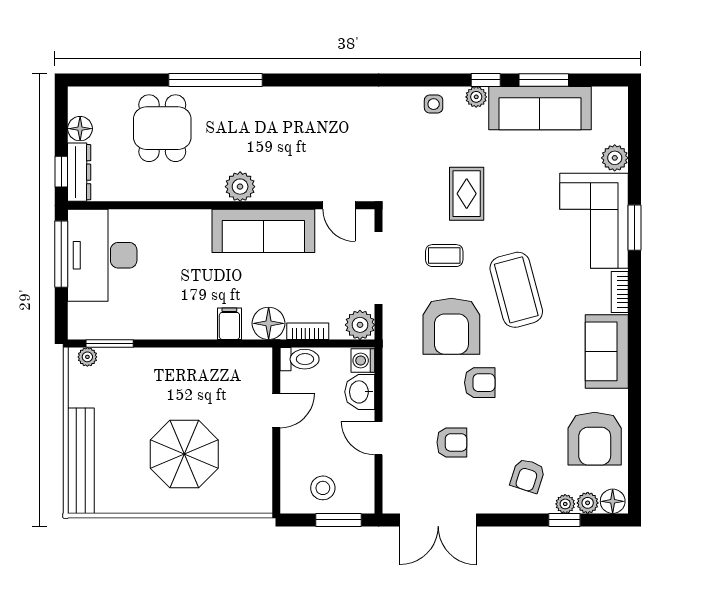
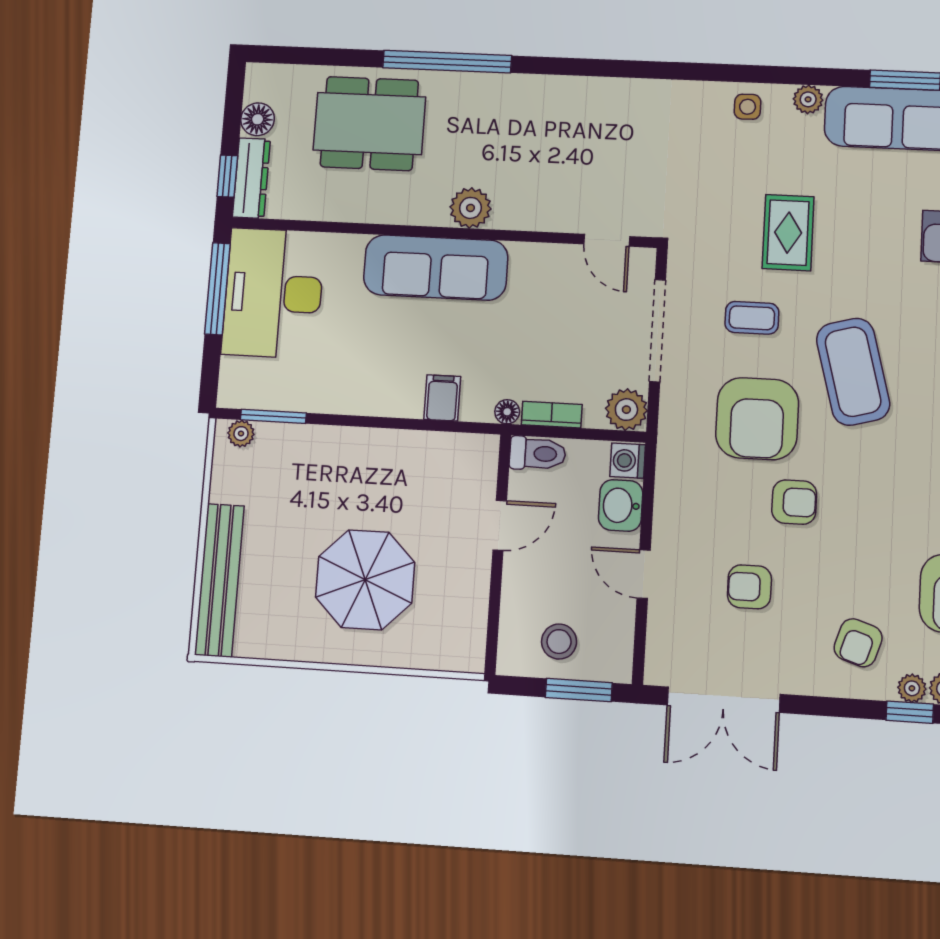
window: (486, 80) -> (823, 77), removed
dining table: (162, 128) -> (369, 124), width x1.38
sofa: (263, 231) -> (436, 268), moved
floor lamp: (269, 323) -> (507, 412), width x0.53, depth x0.53
armchair: (452, 442) -> (749, 587), turned 180

